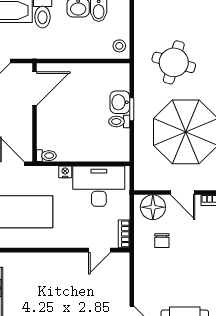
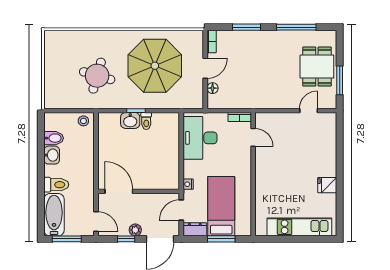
toilet: (46, 156) -> (175, 181), removed
nightstand: (65, 172) -> (188, 184), moved
floor lamp: (153, 207) -> (213, 88), width x0.53, depth x0.53
chair: (162, 241) -> (245, 86), removed

